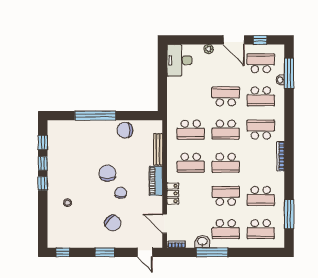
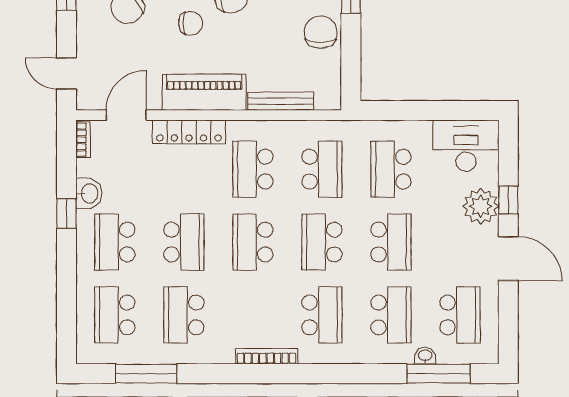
door: (234, 40) -> (508, 259), swing flipped
window: (260, 40) -> (508, 200), moved
plant: (209, 49) -> (481, 206), width x1.87, depth x1.87
school desk: (191, 96) -> (391, 169), added
school desk: (261, 96) -> (391, 315), turned 180
school desk: (191, 130) -> (322, 169), turned 180
piano: (156, 181) -> (204, 92), width x1.37, depth x1.33
locker: (173, 193) -> (189, 132), width x1.53
door: (145, 252) -> (66, 74), hinge flipped
window: (212, 252) -> (66, 214), width x0.46

